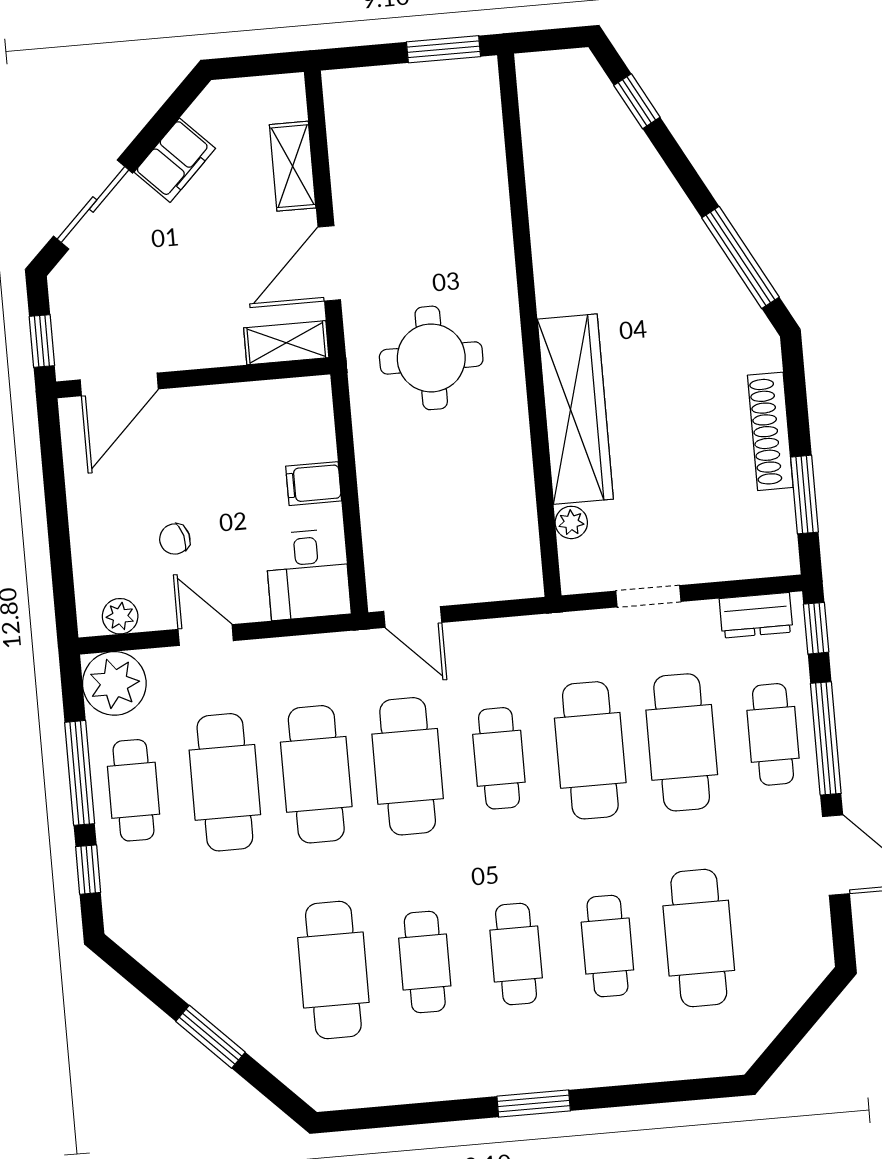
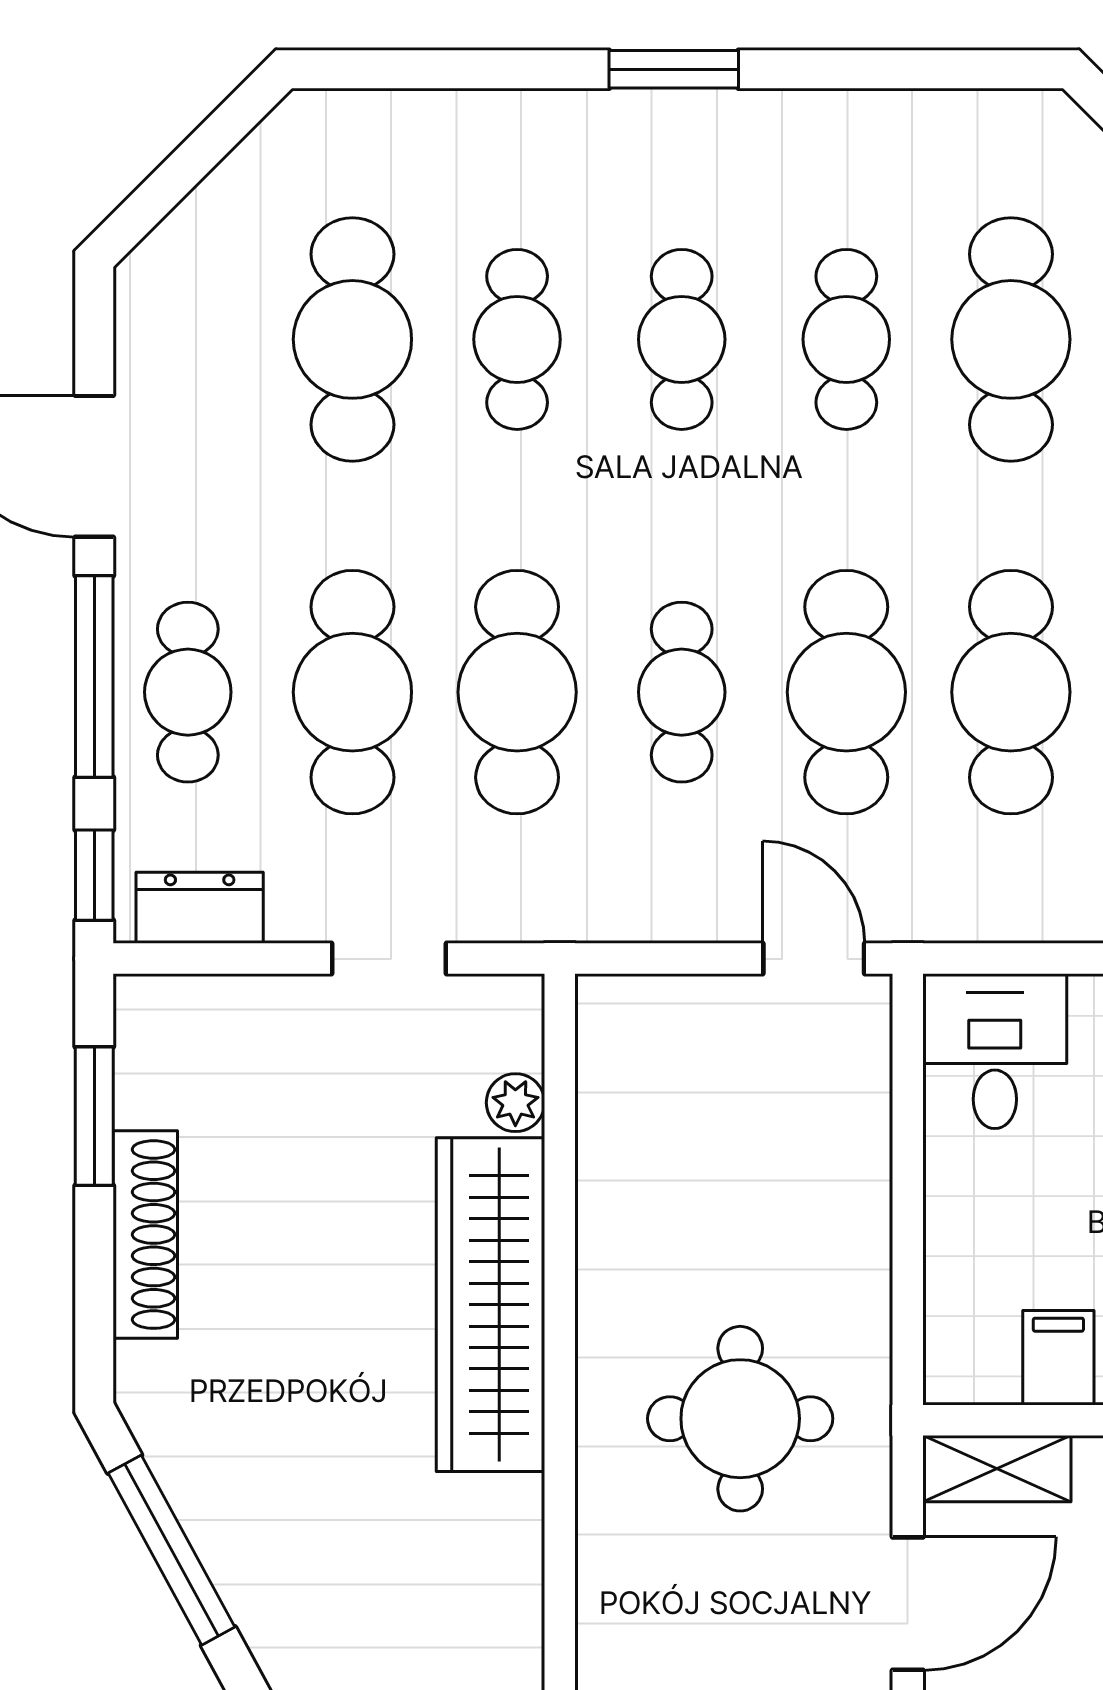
filing cabinet: (314, 484) -> (1058, 1358), moved, turned -90

